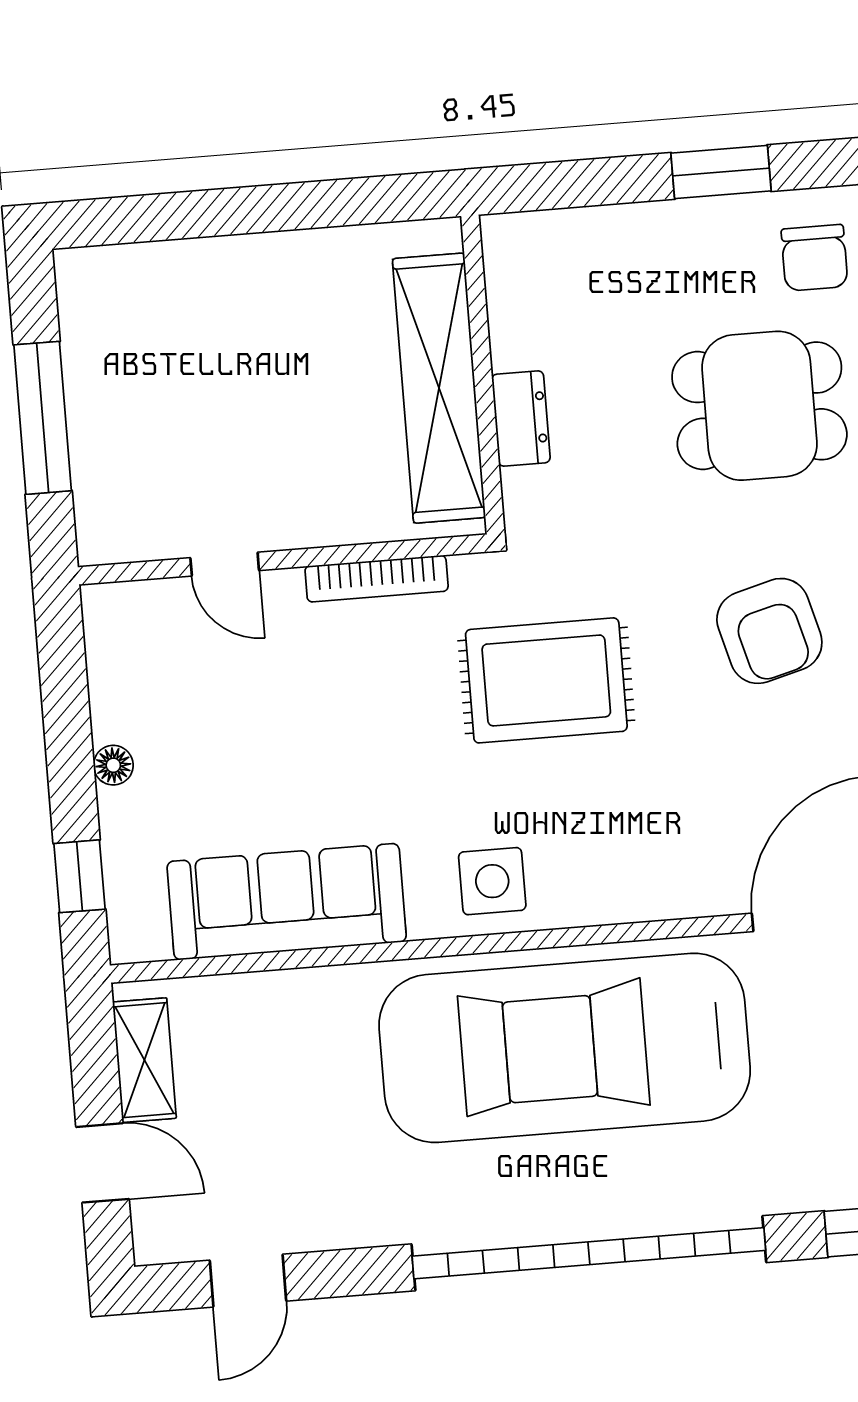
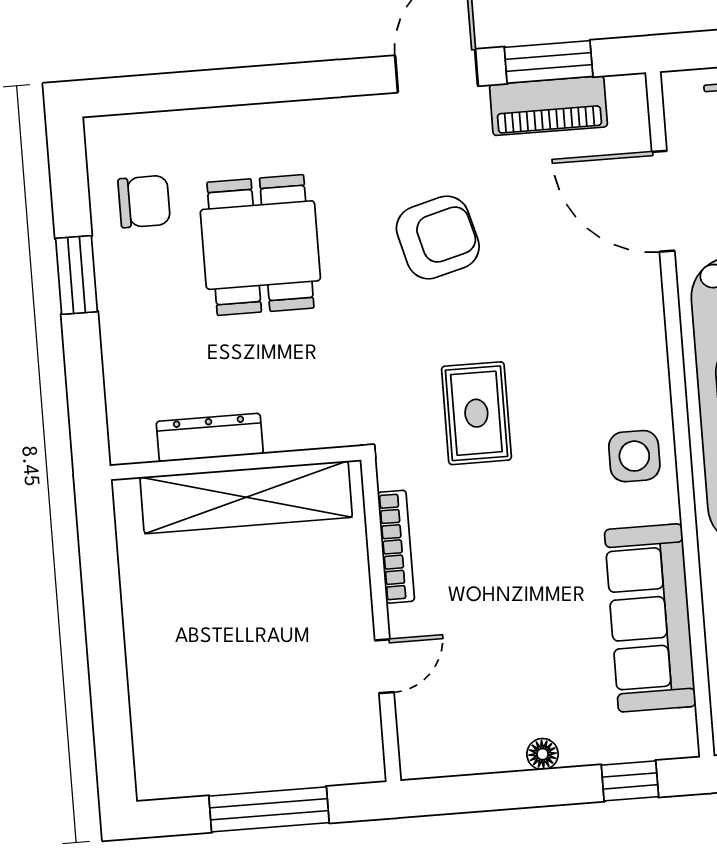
dresser: (521, 418) -> (210, 438), moved, width x1.44
rug: (546, 680) -> (476, 413), width x0.73, depth x0.70

